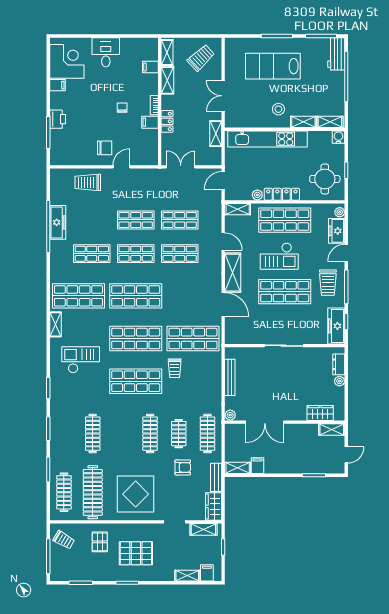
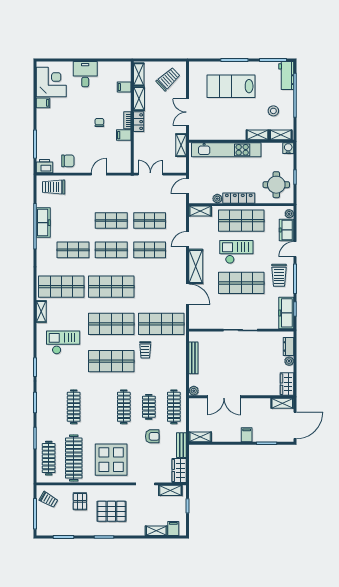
stool: (278, 109) -> (273, 111), moved
printer: (58, 119) -> (44, 166), moved, turned -90
locker: (167, 121) -> (139, 122), moved
chair: (105, 148) -> (68, 161), moved
trolley: (88, 182) -> (54, 187), moved
door: (223, 241) -> (188, 239), swing flipped
checkout: (279, 256) -> (236, 252), turned 180
wardrobe: (320, 413) -> (287, 384), moved, turned -90
door: (346, 455) -> (295, 425), width x1.87
filing cabinet: (257, 466) -> (247, 435), moved

